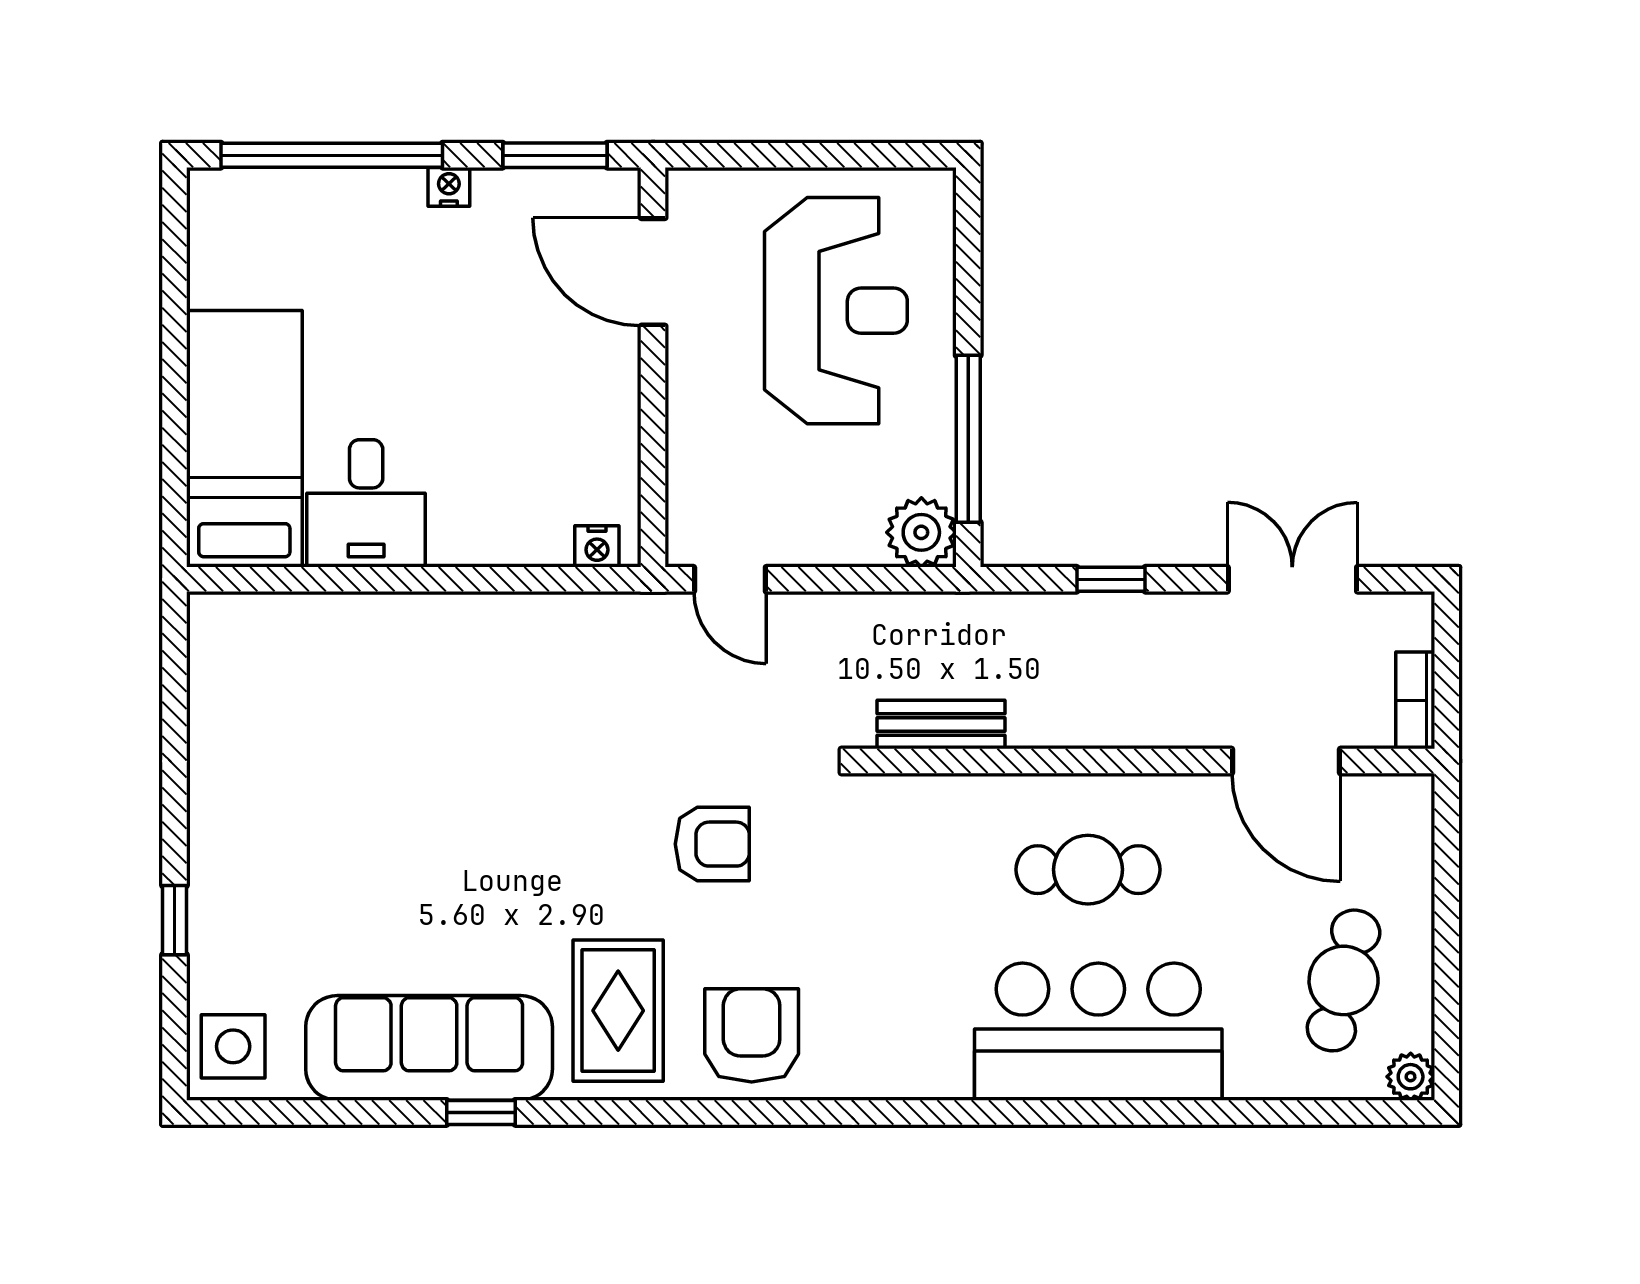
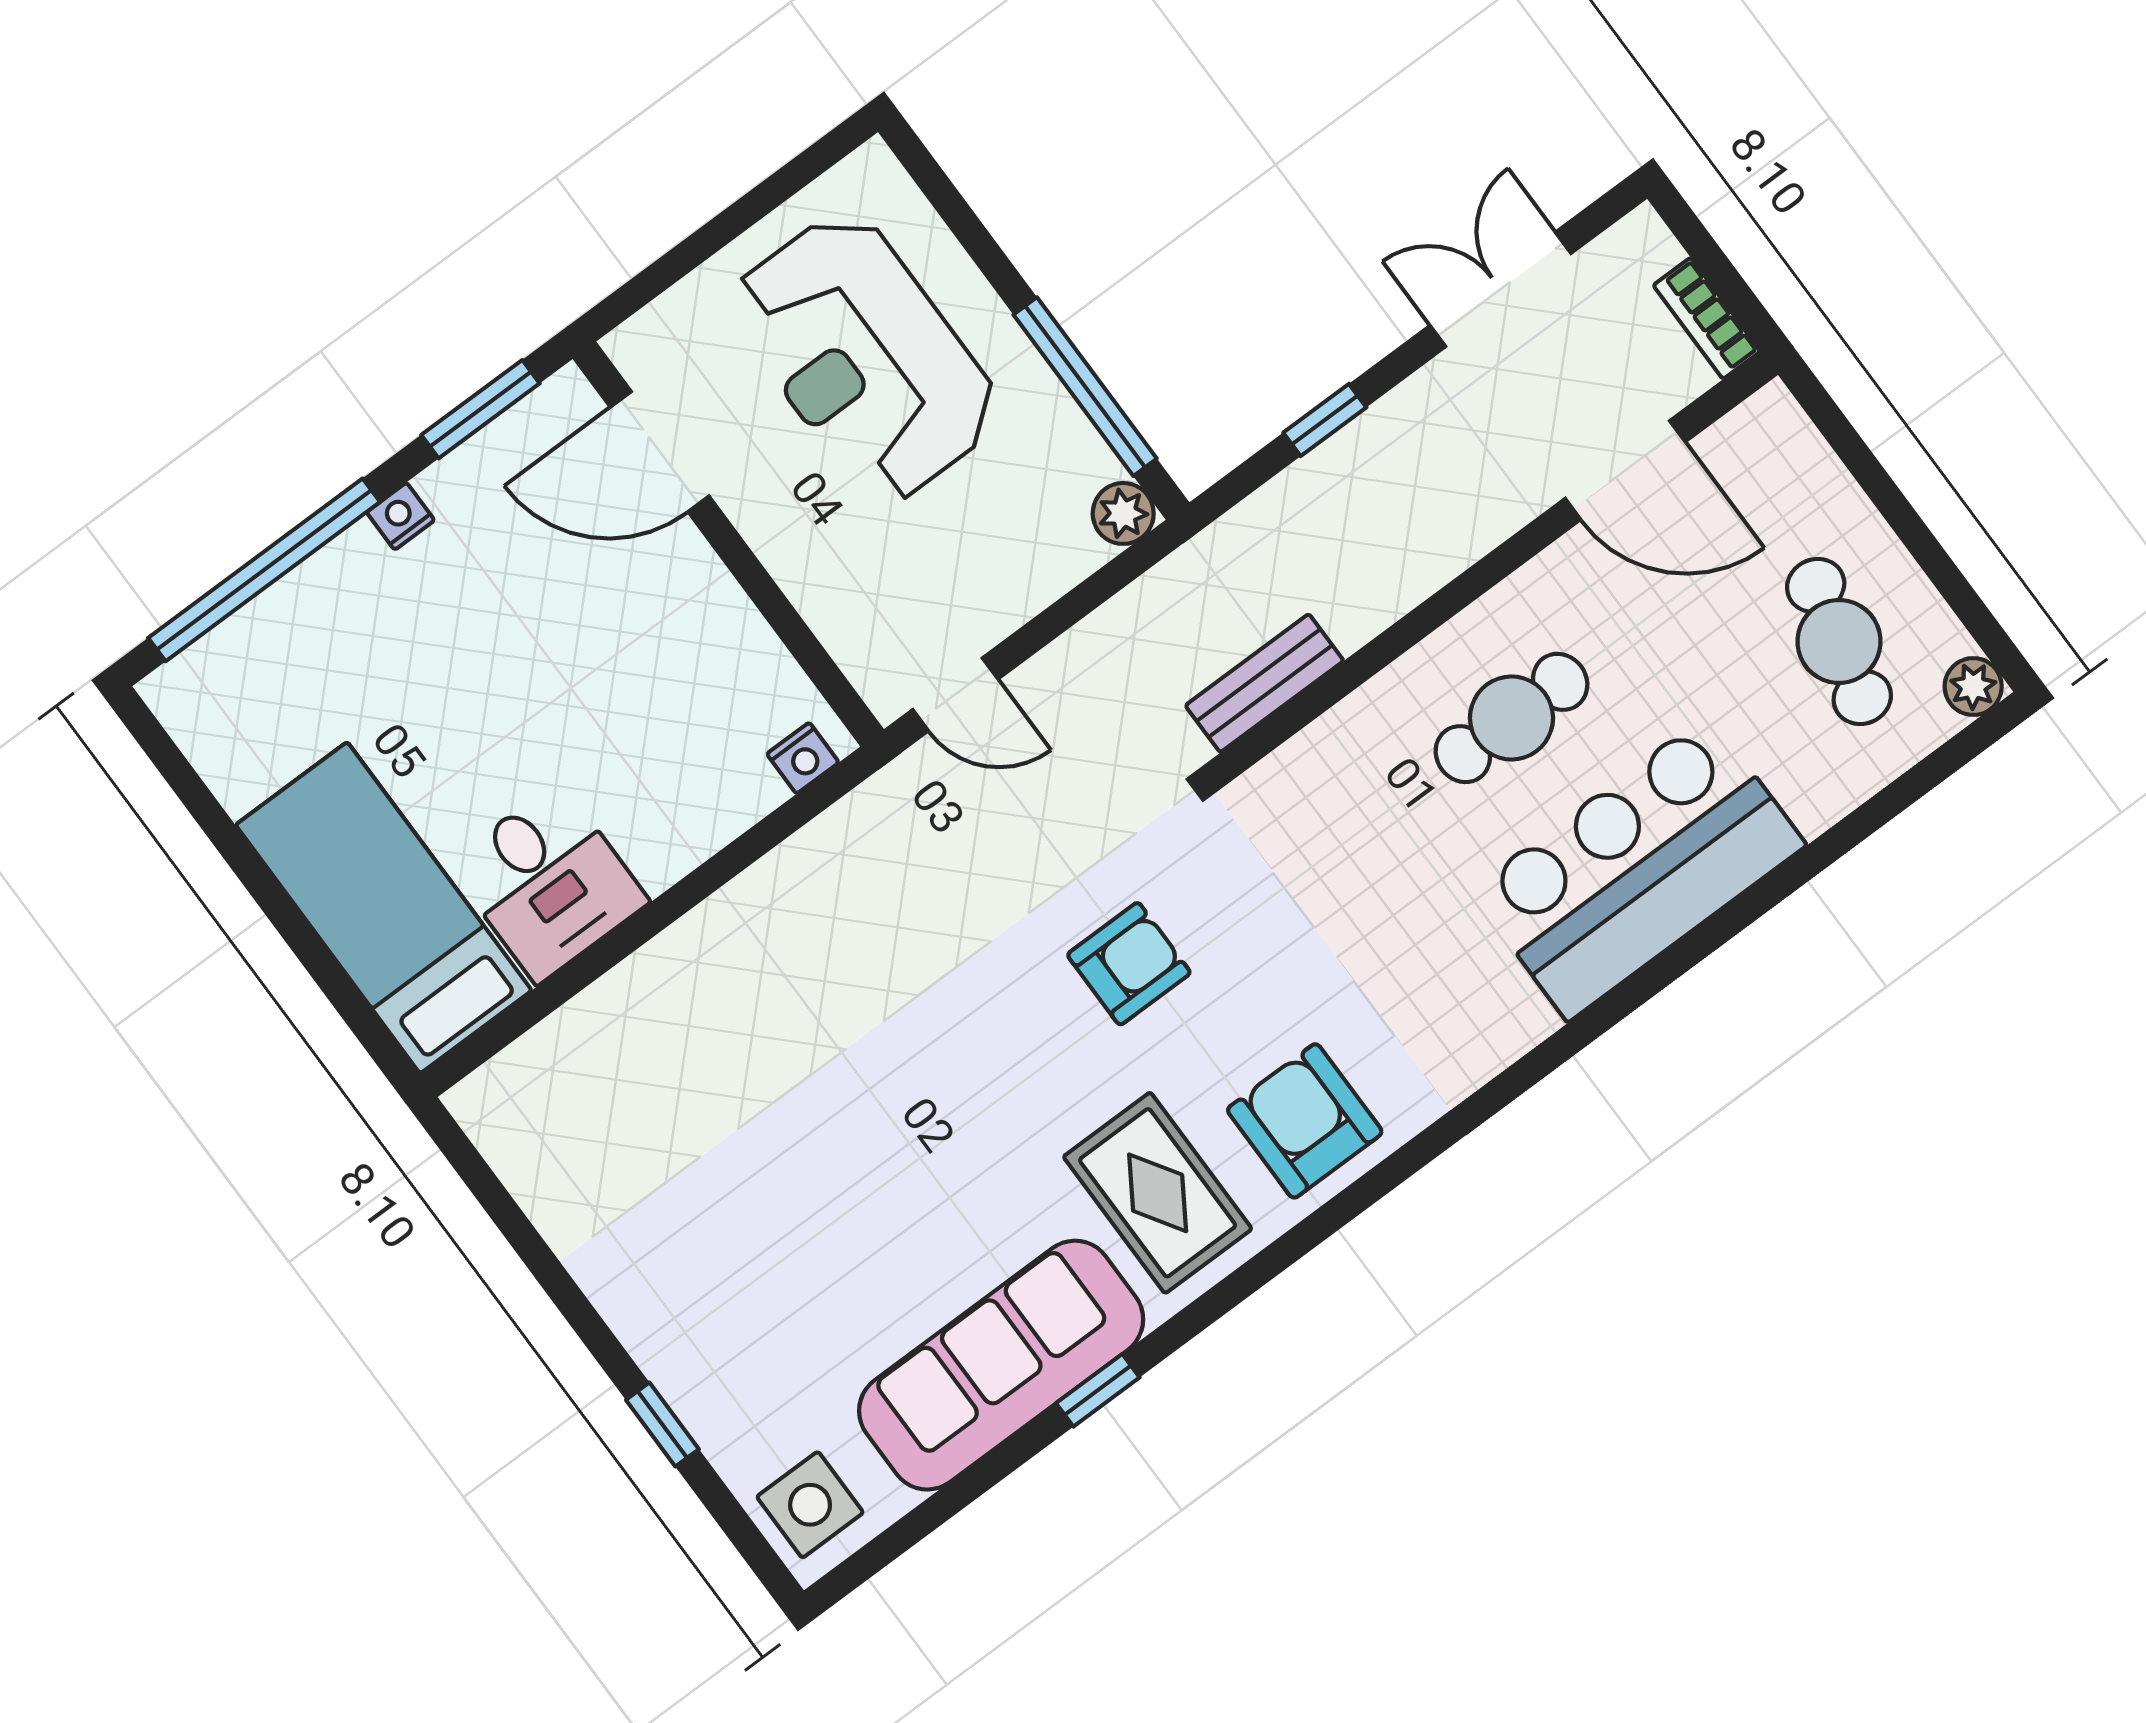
reception desk: (836, 311) -> (865, 358), turned 180
plant: (921, 532) -> (1123, 513), width x0.73, depth x0.73

